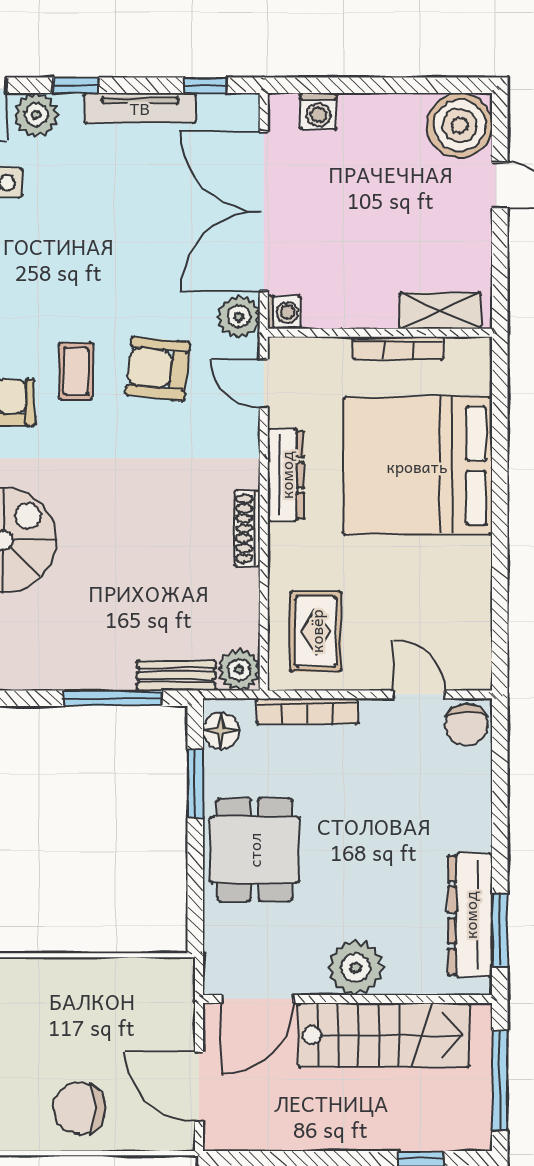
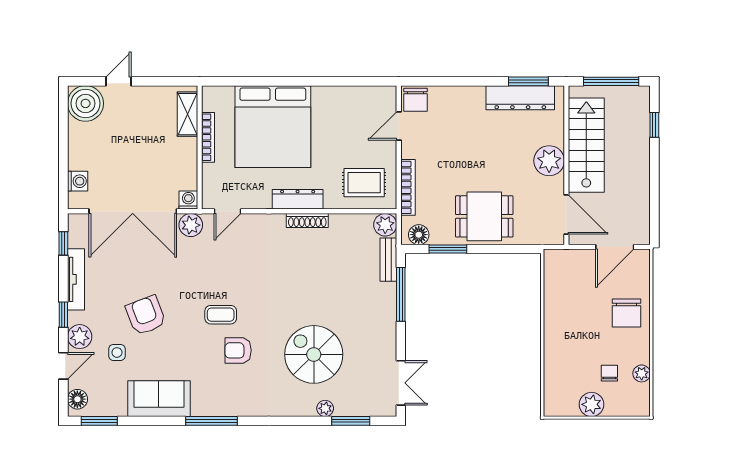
armchair: (158, 369) -> (146, 315), moved, turned 153
dresser: (286, 475) -> (298, 199), moved
chair: (466, 725) -> (415, 100), turned 90

